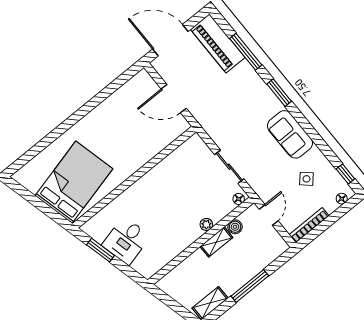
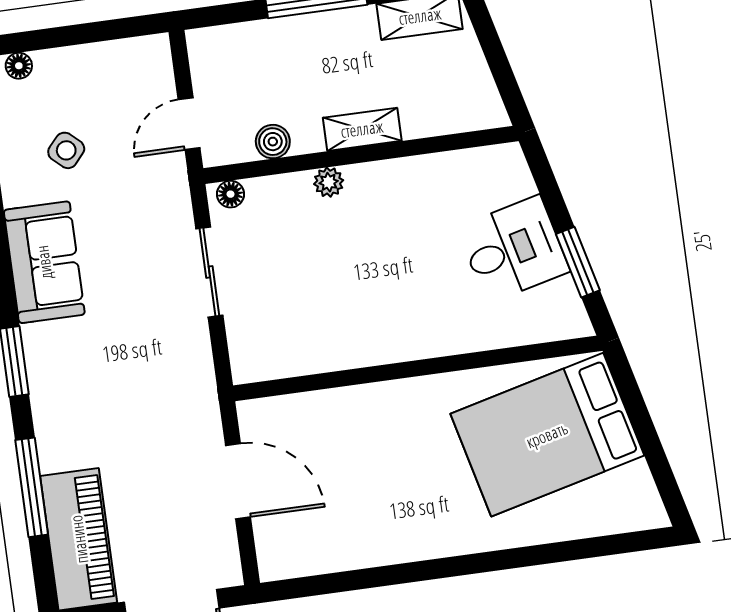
bookcase: (309, 225) -> (119, 52), removed
shelving: (216, 242) -> (362, 129), moved

